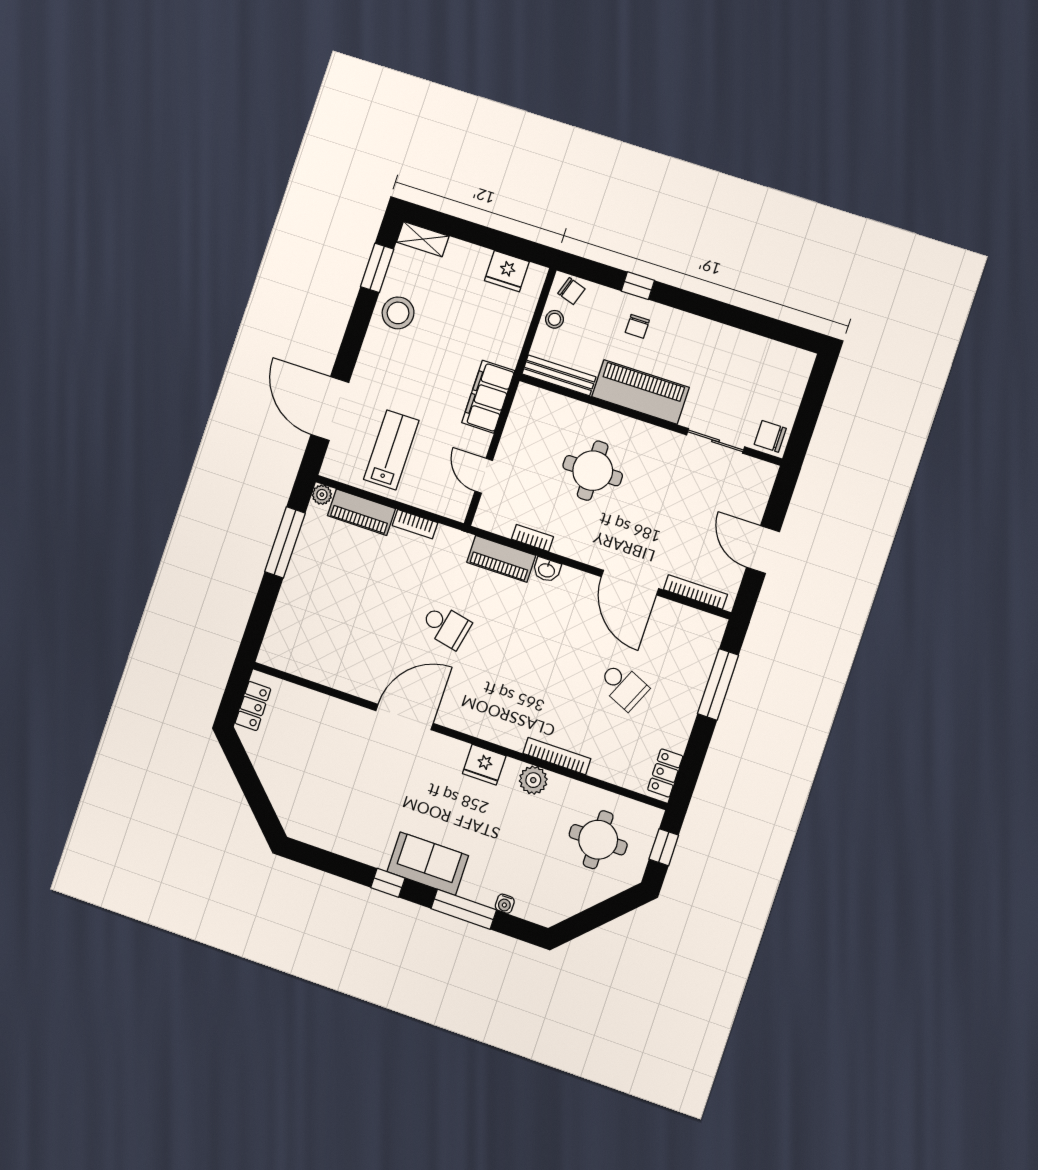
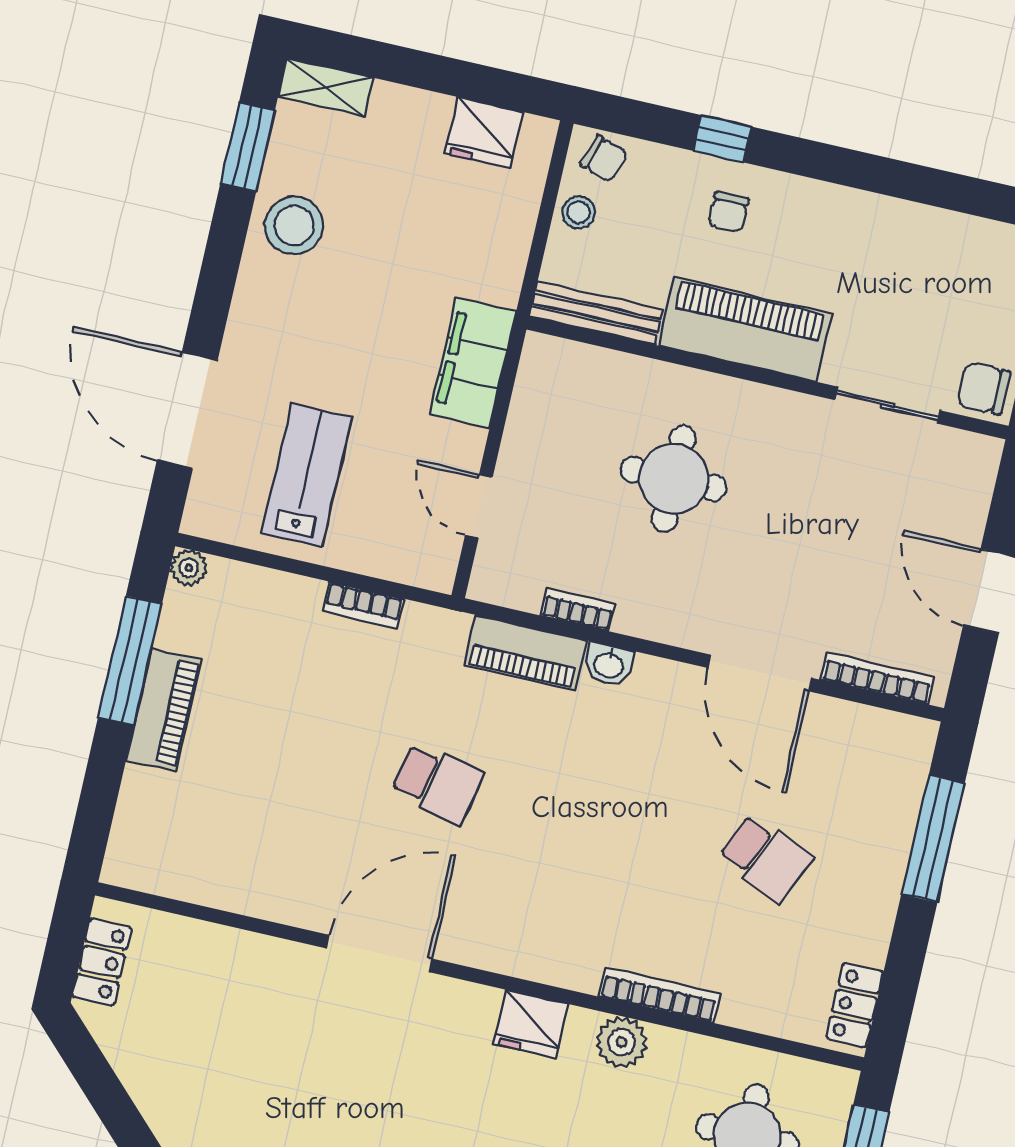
piano: (361, 512) -> (164, 710), moved, turned -90

